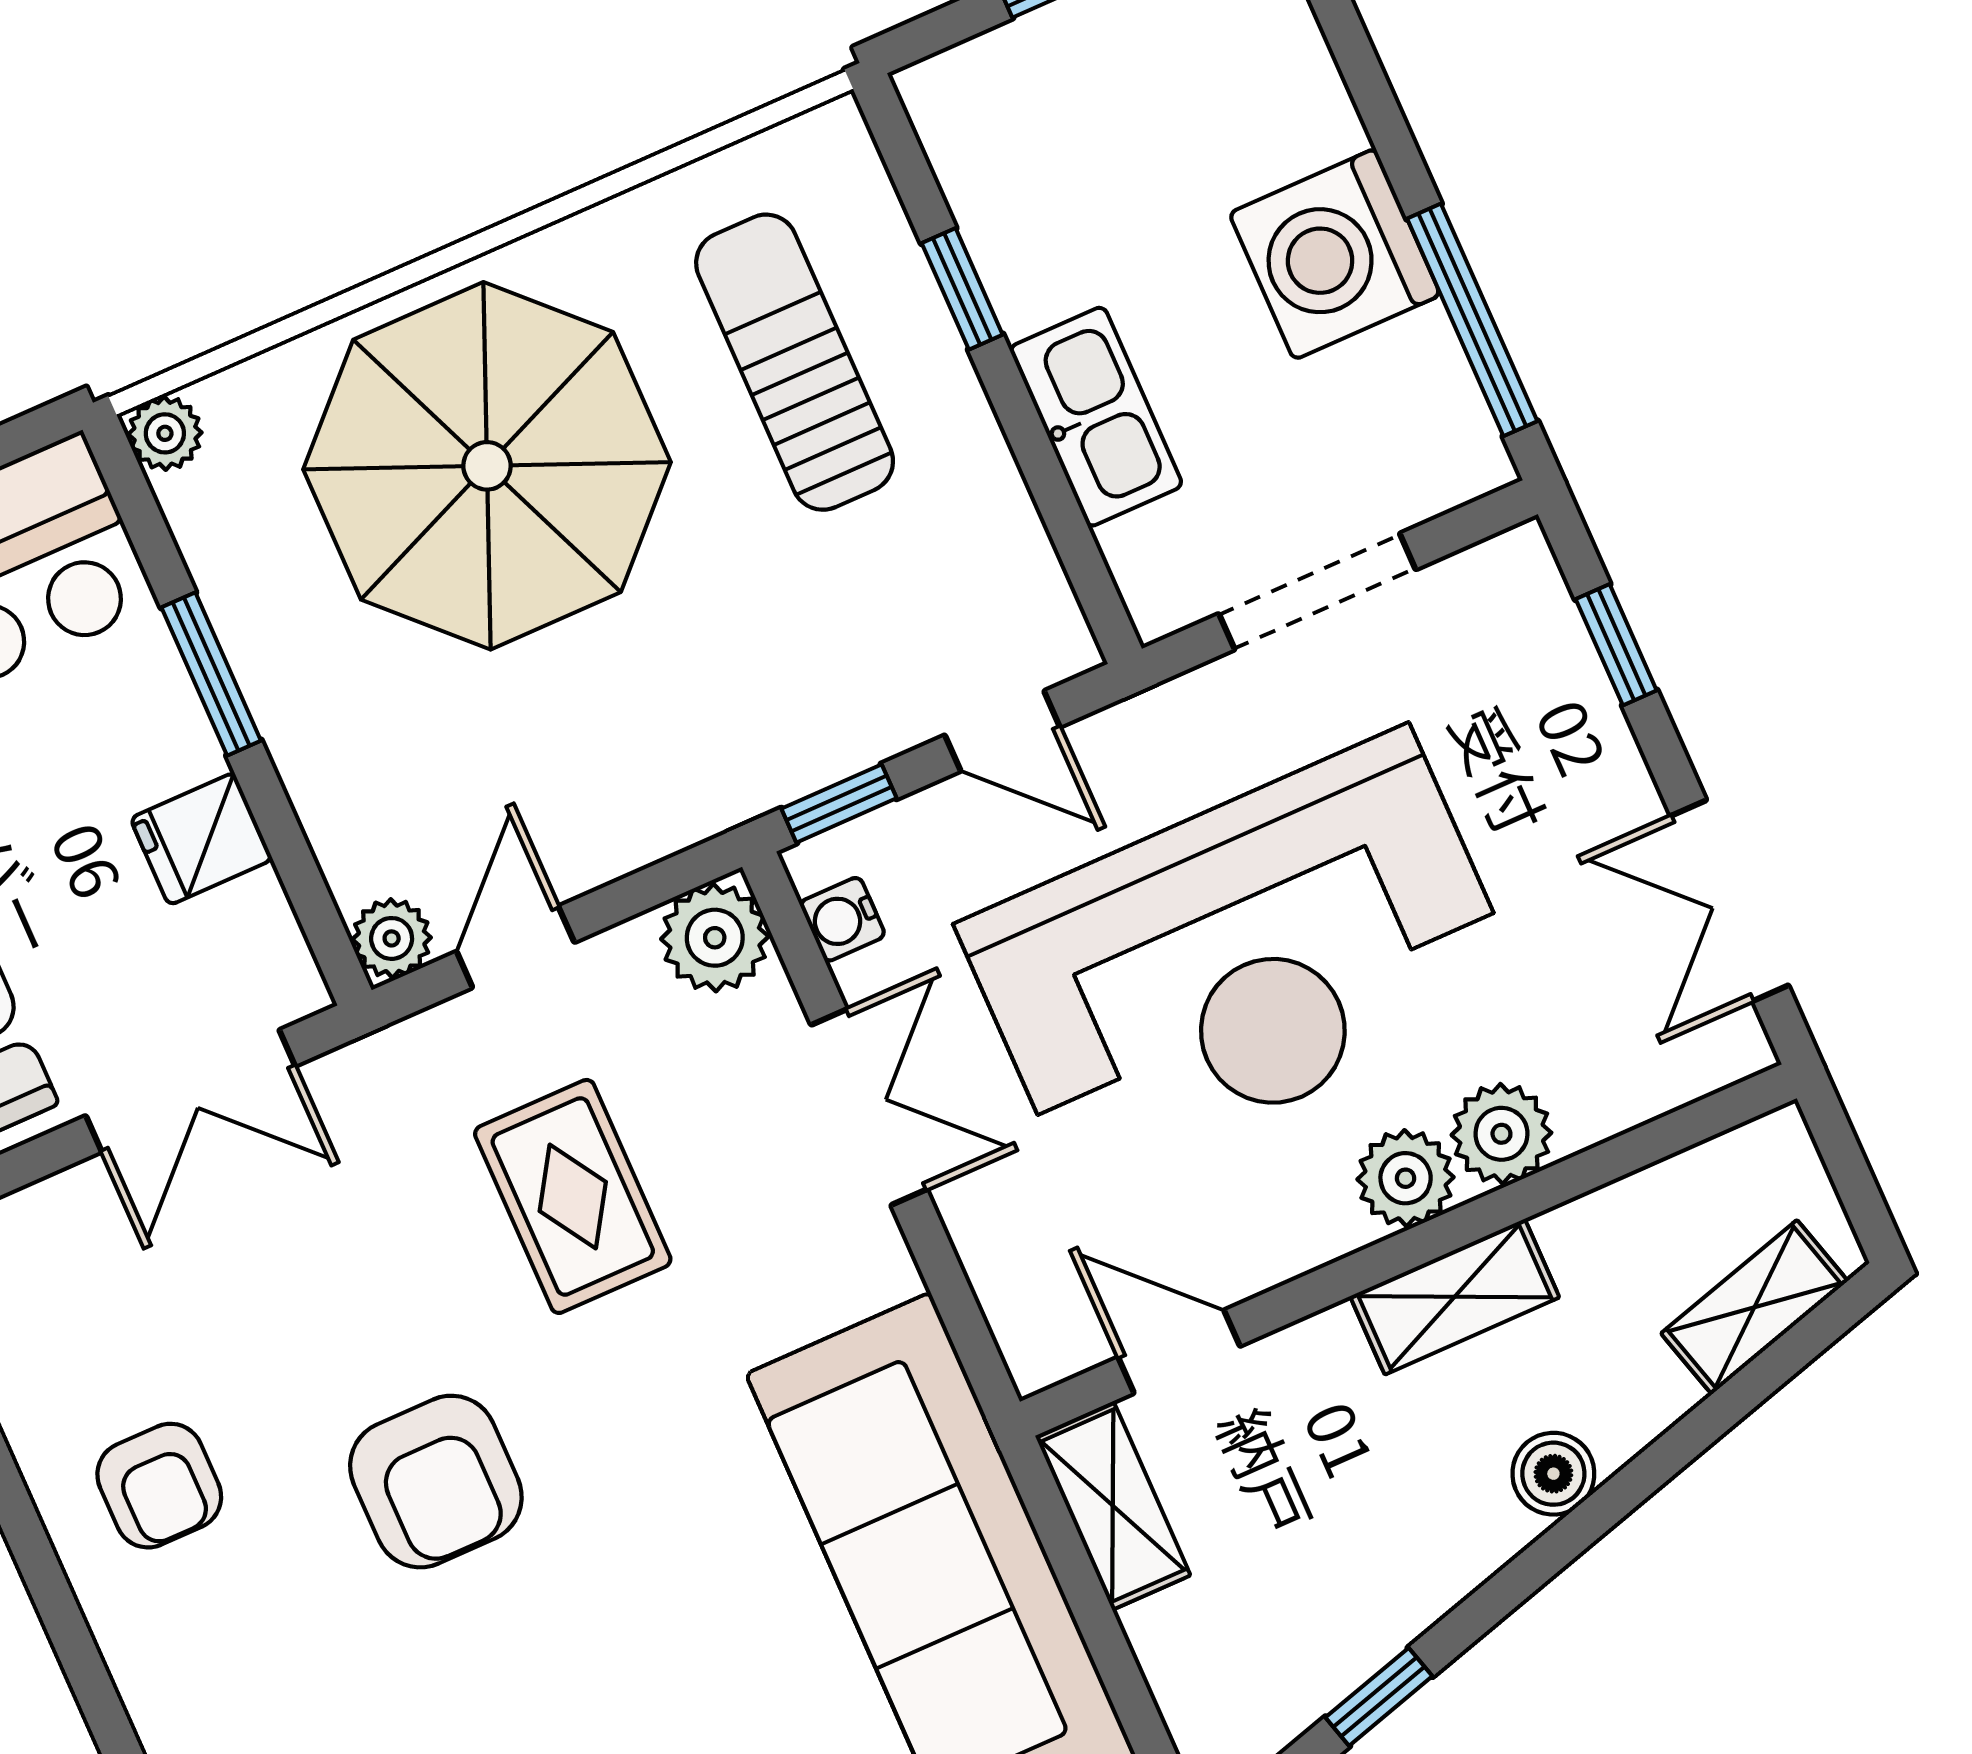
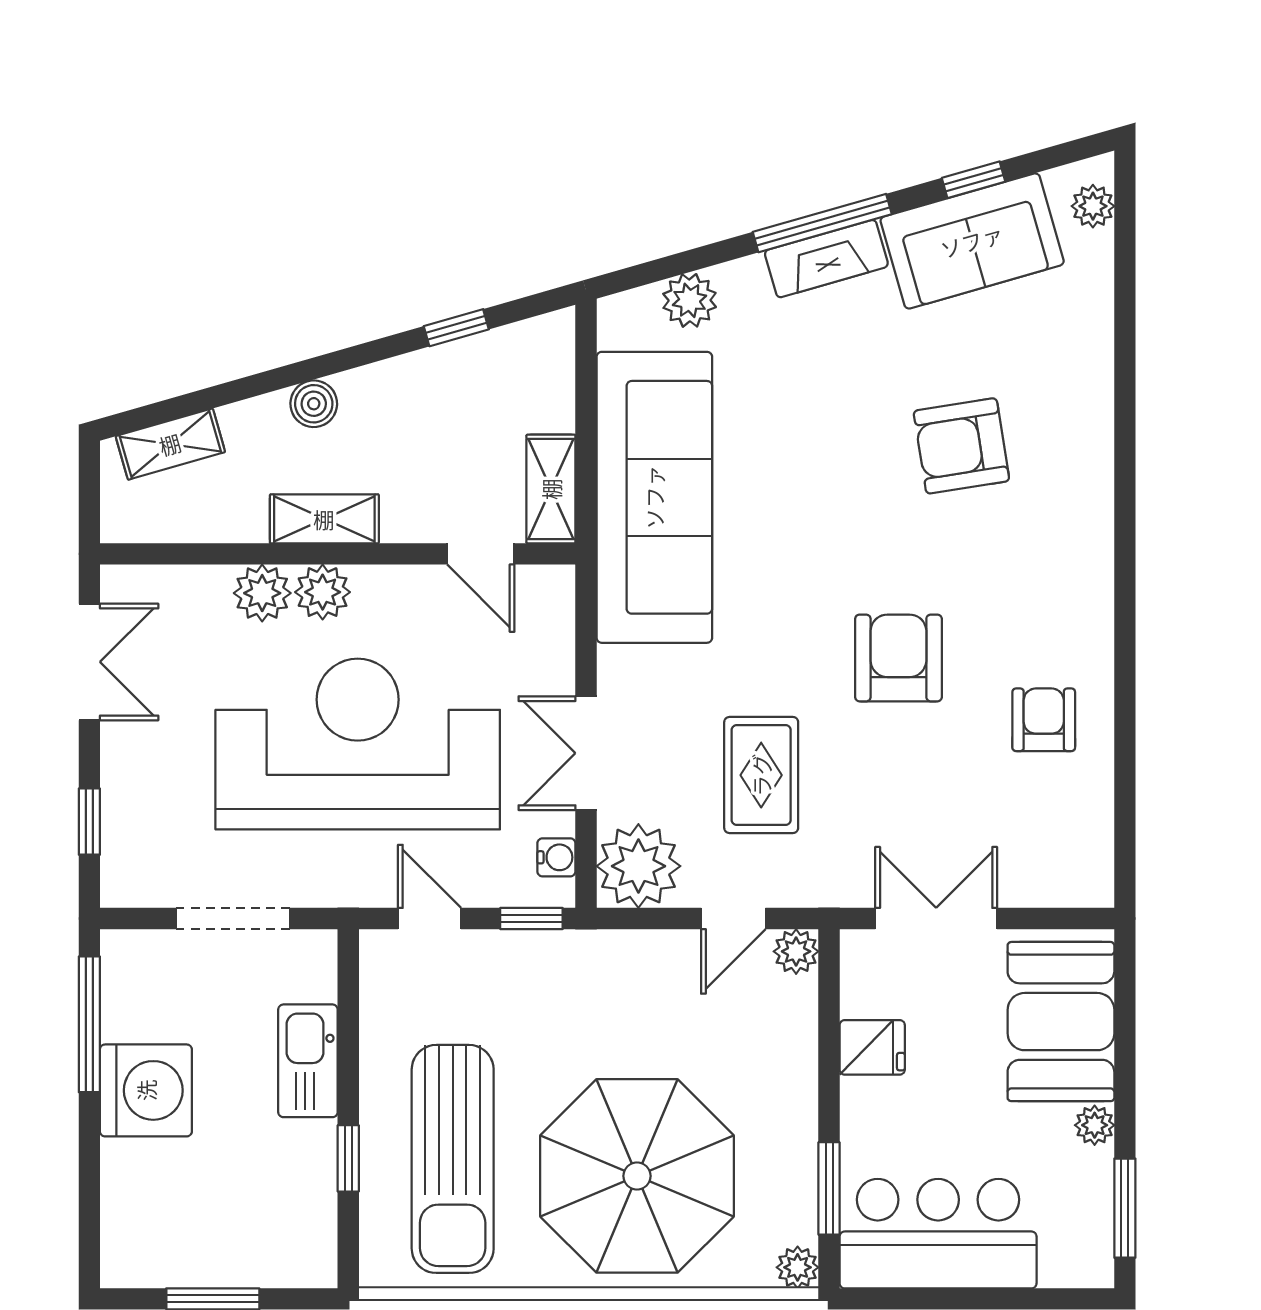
sun lounger: (795, 362) -> (453, 1159), width x1.36, depth x1.34
window: (211, 674) -> (829, 1188), moved
plant: (715, 938) -> (638, 866), width x1.36, depth x1.36

